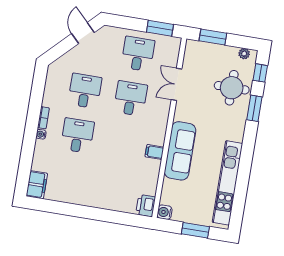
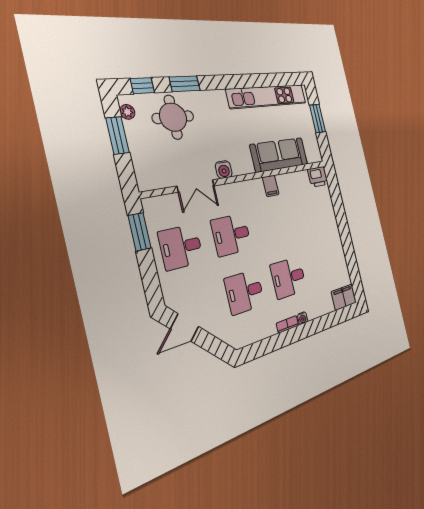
window: (213, 37) -> (118, 135), moved
sofa: (180, 151) -> (279, 155), moved
water cooler: (165, 212) -> (224, 170), moved

